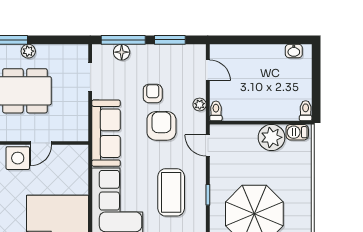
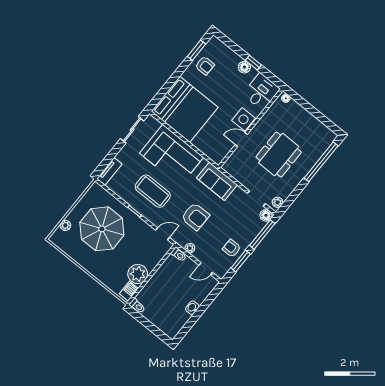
plant: (28, 51) -> (278, 202), moved
washbasin: (294, 51) -> (192, 308), moved
floor lamp: (122, 52) -> (266, 215), moved
armchair: (153, 93) -> (232, 248), moved, turned 180
sofa: (106, 133) -> (217, 181), width x0.73
door: (41, 143) -> (241, 139), hinge flipped

